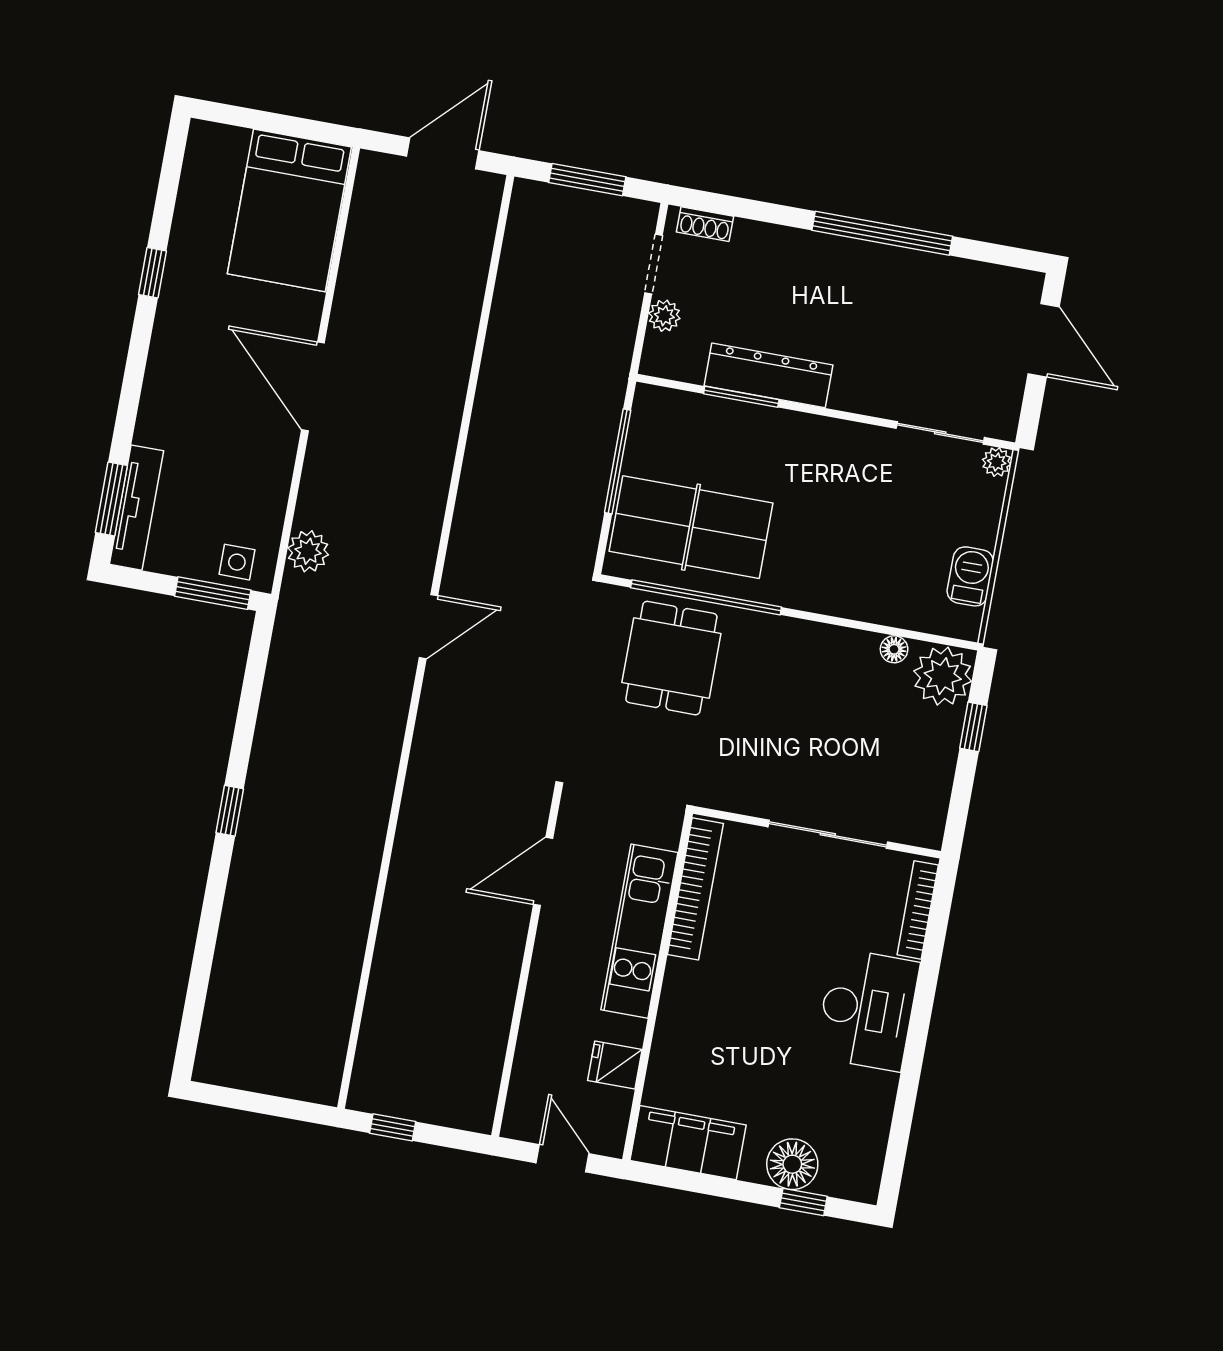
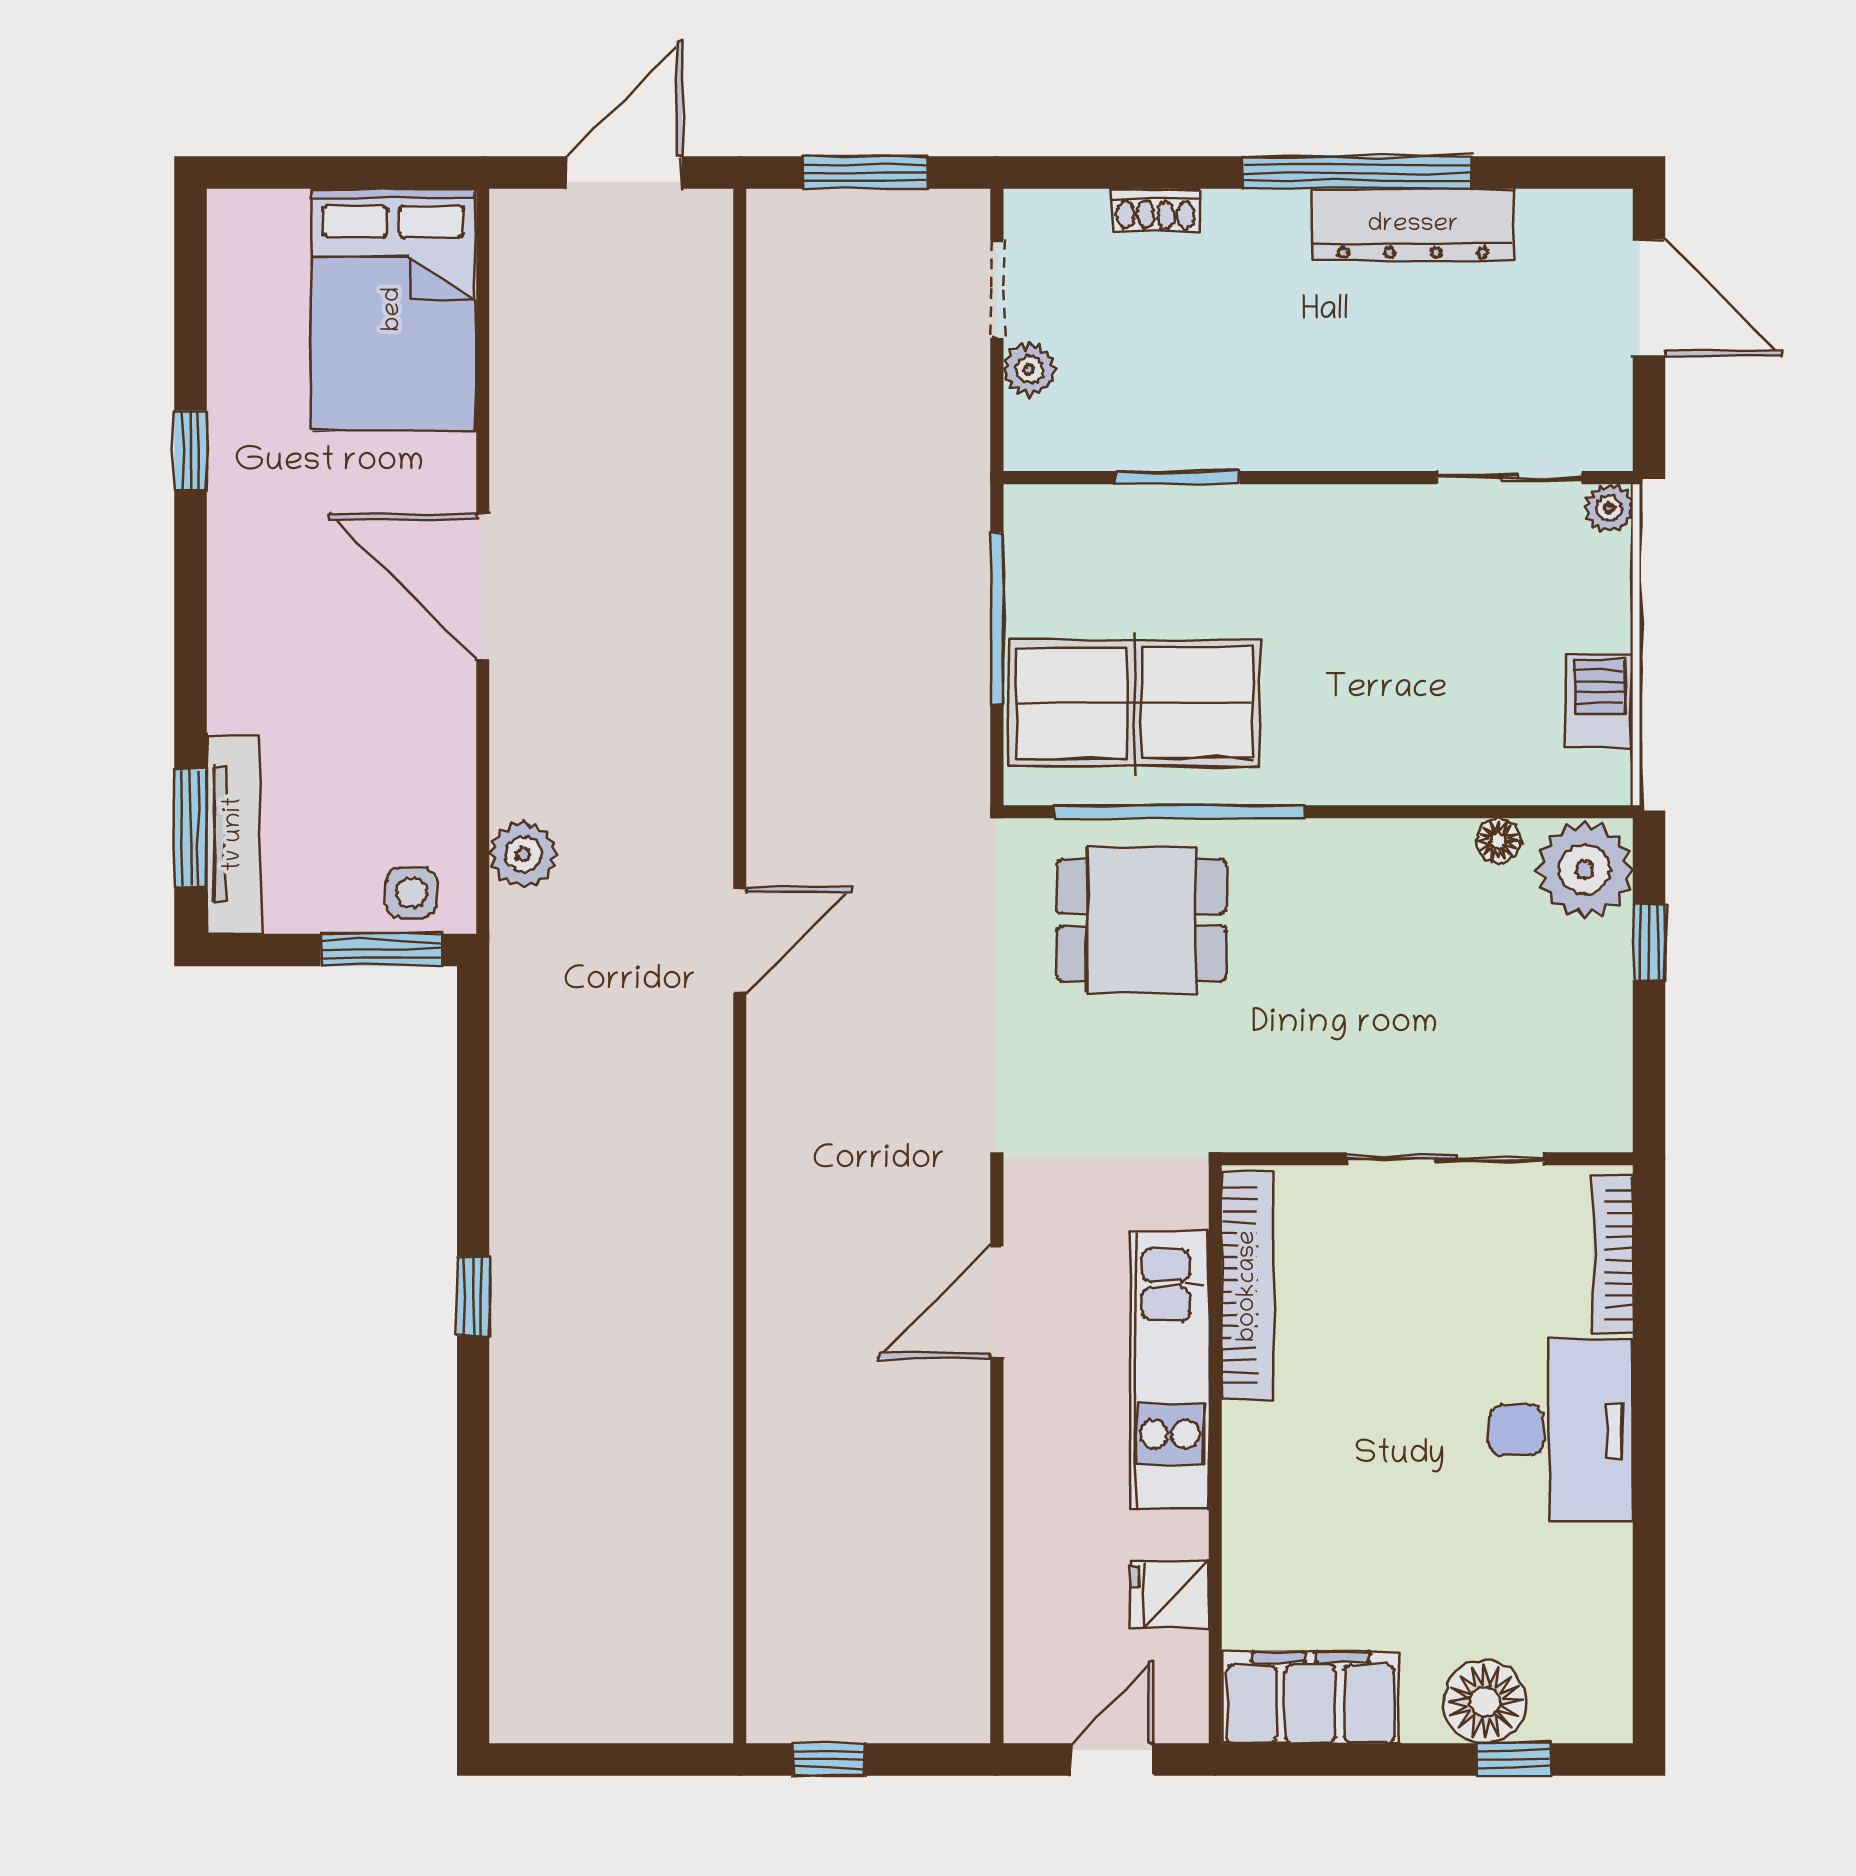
shoe rack: (705, 224) -> (1156, 210), moved
dresser: (768, 375) -> (1413, 225), moved, turned 180
dining table: (671, 658) -> (1141, 920), turned 90
door: (563, 1158) -> (1112, 1760), hinge flipped

